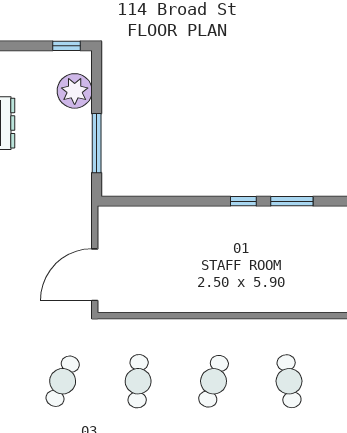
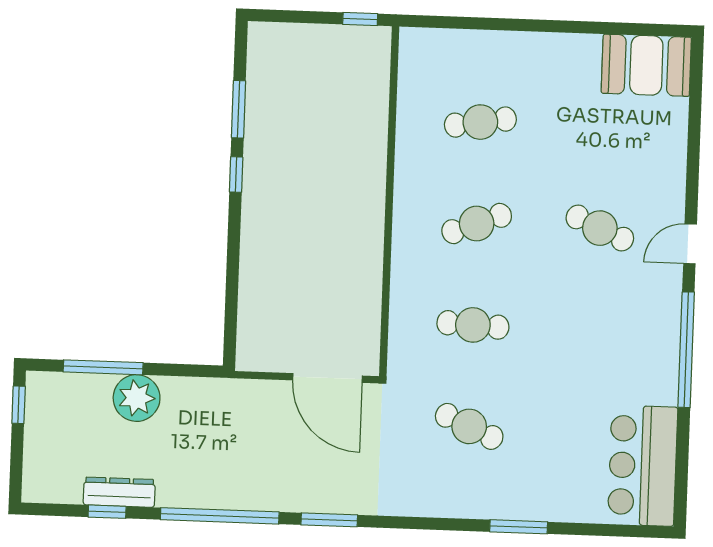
plant: (75, 91) -> (137, 398), moved
window: (97, 143) -> (103, 367), moved
cafe table: (214, 381) -> (477, 224), turned -39

